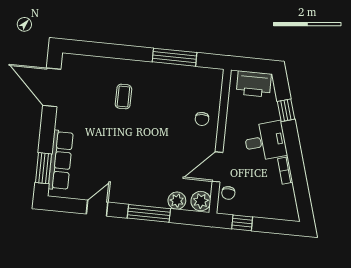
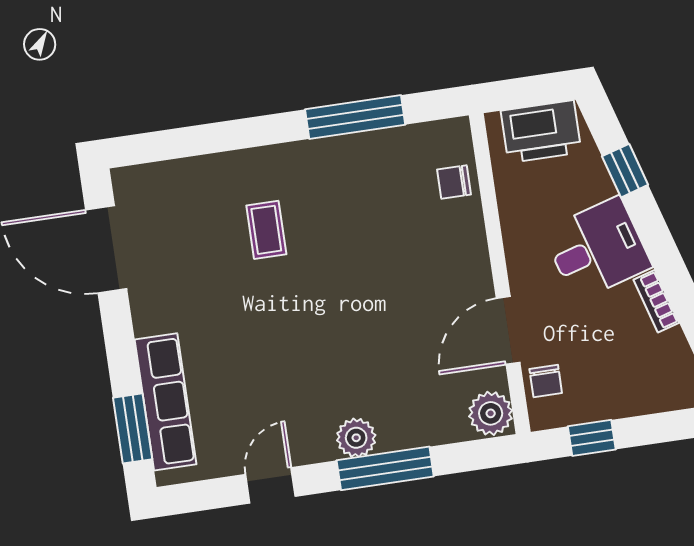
chair: (202, 119) -> (454, 182), moved, turned 90
plant: (177, 201) -> (356, 438), moved

